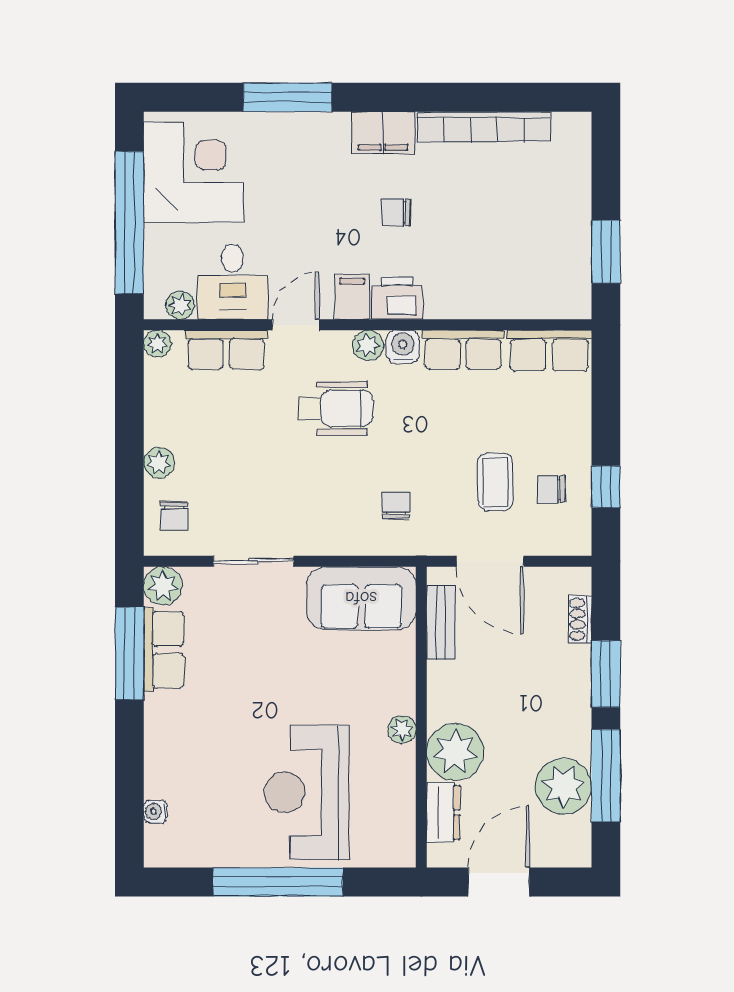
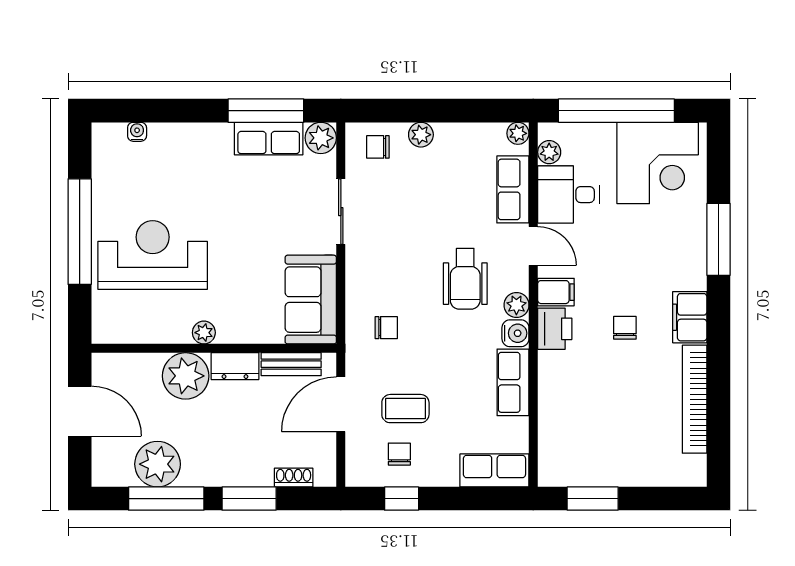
row of seats: (549, 350) -> (494, 470), moved, turned 90
dresser: (443, 812) -> (235, 366), moved

